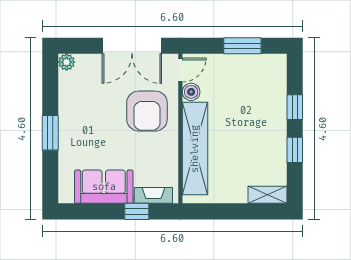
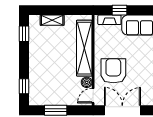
window: (295, 107) -> (24, 86), moved
window: (295, 150) -> (24, 34), moved
shelving: (267, 195) -> (52, 20), moved

